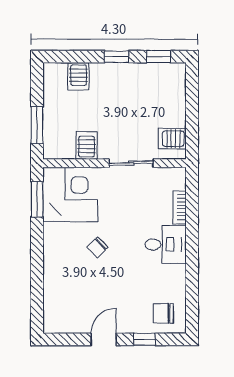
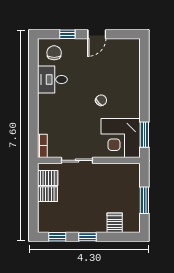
window: (37, 125) -> (144, 200), moved
server rack: (87, 145) -> (47, 194), moved, turned -90
bookcase: (180, 207) -> (42, 146), moved
desk: (165, 245) -> (52, 79), moved
chair: (163, 313) -> (54, 53), turned -90

